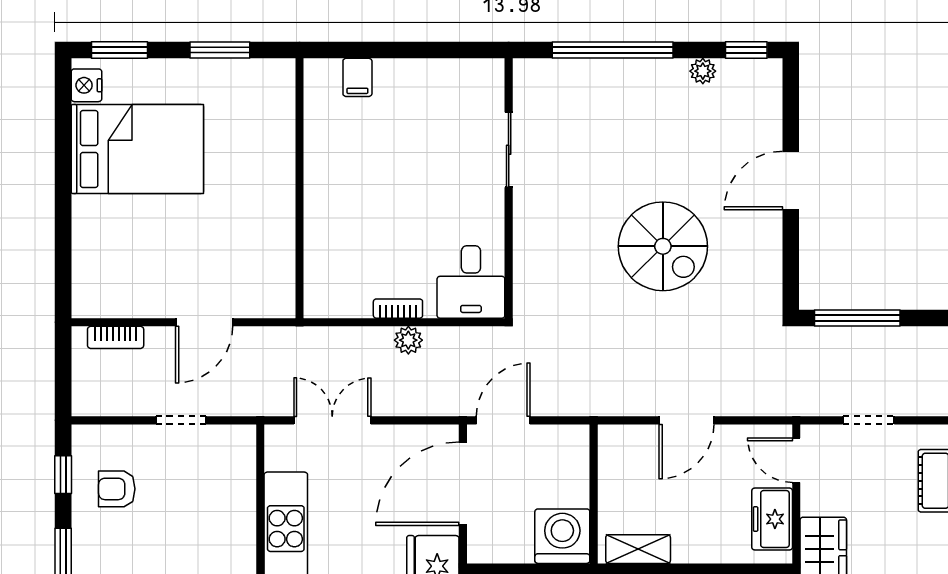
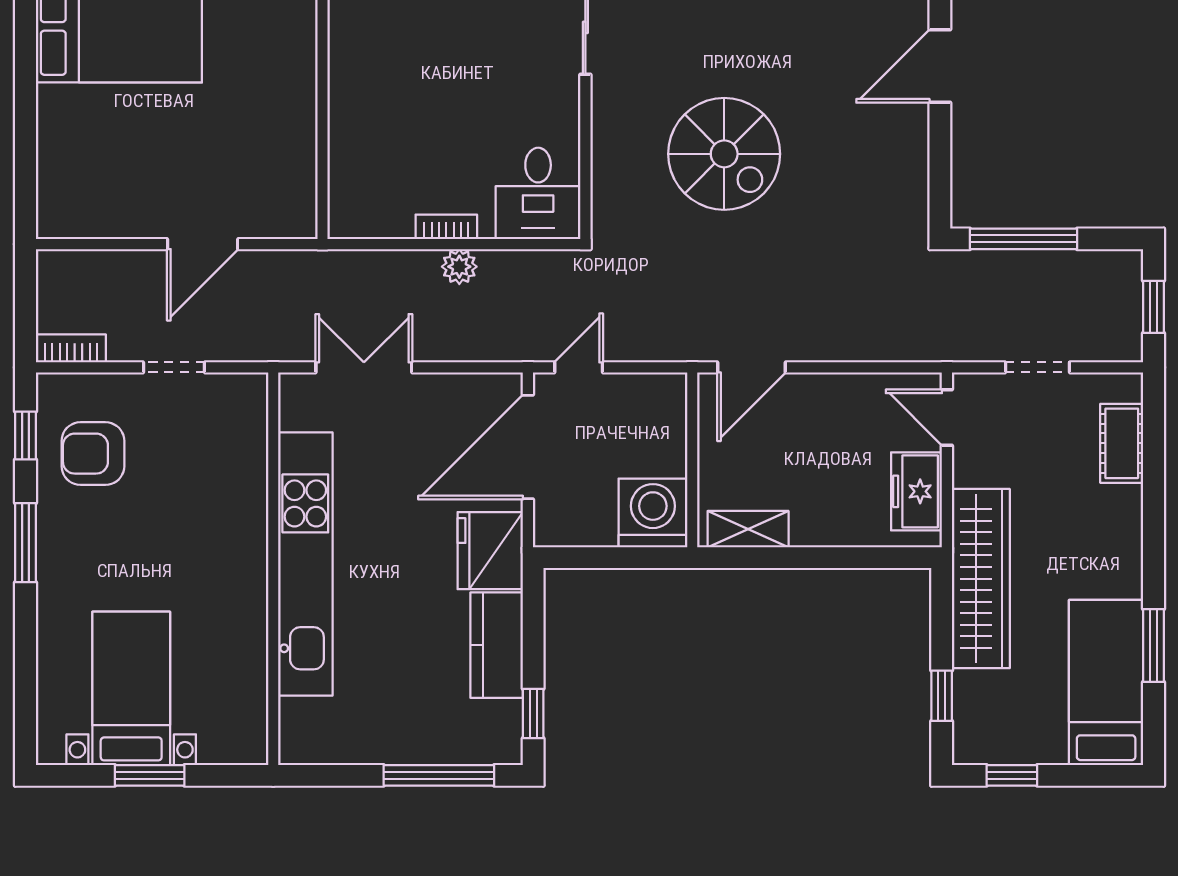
spiral stairs: (663, 246) -> (724, 154), moved
bookcase: (116, 337) -> (71, 348), moved, turned 180
door: (503, 420) -> (579, 367), width x0.73
door: (686, 420) -> (752, 367), moved
armchair: (117, 489) -> (93, 454), width x1.38, depth x1.38

